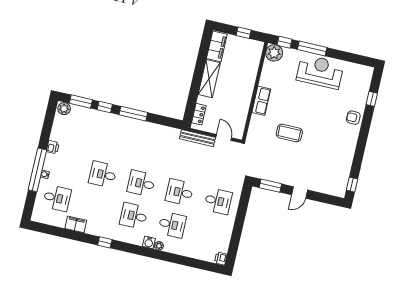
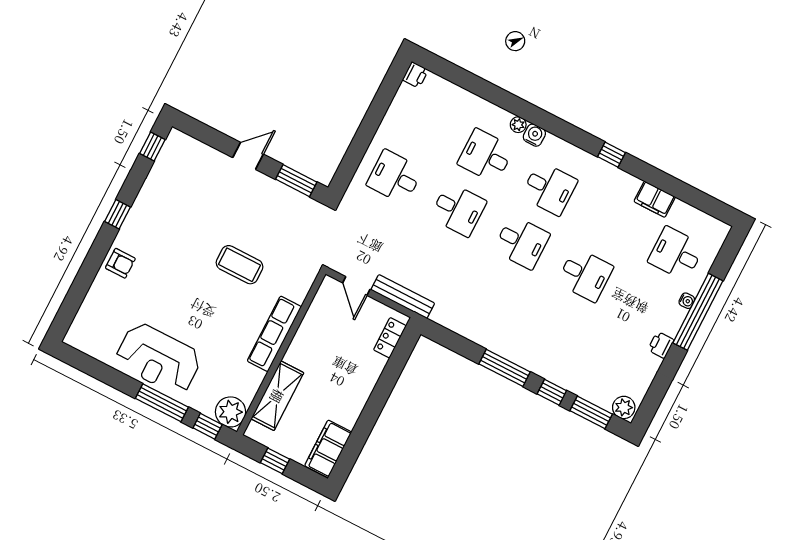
shelving: (209, 79) -> (277, 396), moved
window: (372, 99) -> (118, 214), moved
row of seats: (261, 101) -> (274, 334), width x1.48

